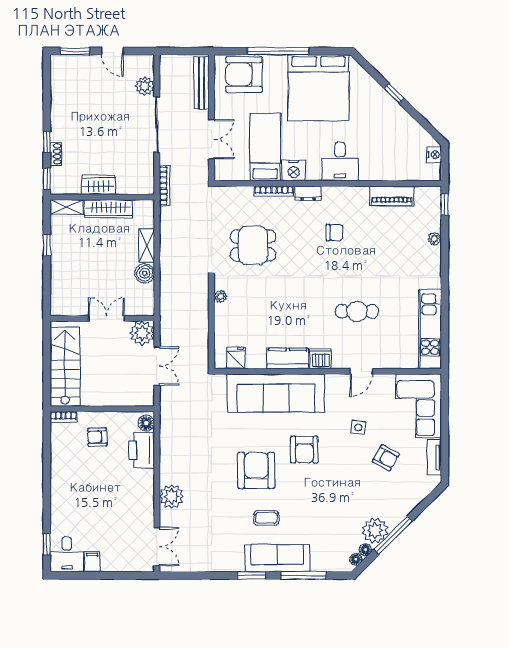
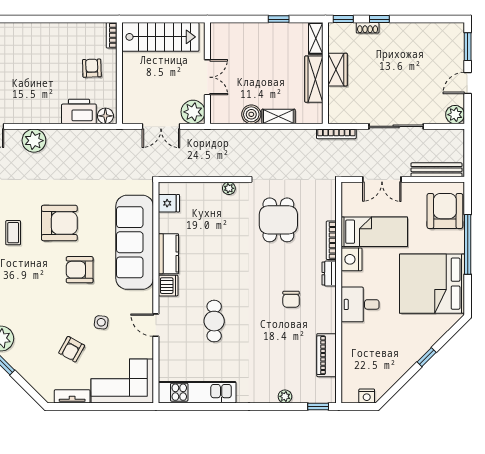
plant: (145, 86) -> (455, 115), moved

